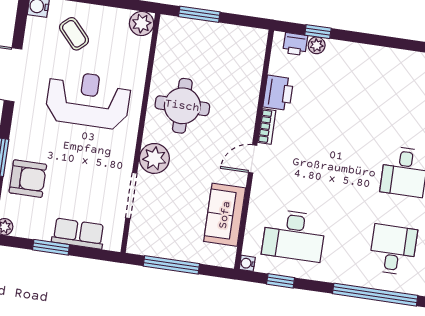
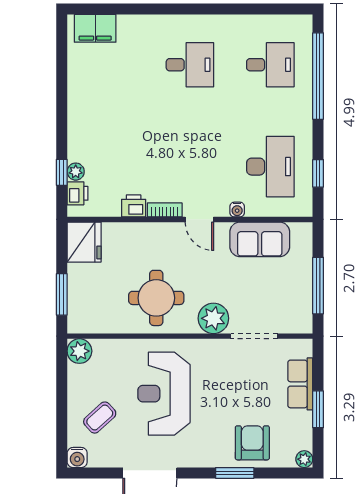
fridge: (247, 43) -> (84, 242), added
printer: (278, 93) -> (134, 206), width x0.73, depth x0.81
desk: (393, 250) -> (270, 65), turned 180
water cooler: (247, 263) -> (237, 210), moved

